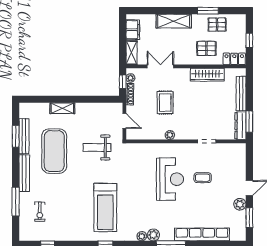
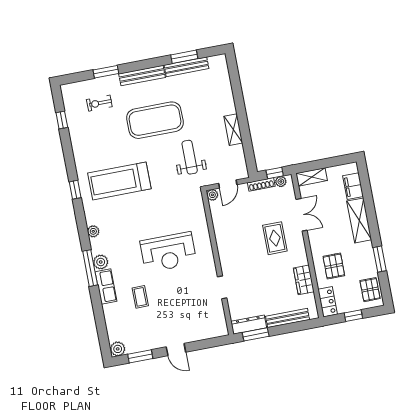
pallet: (217, 25) -> (370, 290), moved
filing cabinet: (133, 30) -> (353, 186), moved, turned 90
wardrobe: (207, 75) -> (304, 280), width x0.67
rug: (165, 103) -> (275, 238), moved, turned 90
shelving: (62, 108) -> (233, 130), moved
plant: (170, 135) -> (212, 195), moved
exercise mat: (54, 151) -> (155, 120), moved
coffee table: (203, 178) -> (140, 297), moved
window: (16, 202) -> (106, 72), width x0.69
plant: (240, 204) -> (118, 349), moved
row of seats: (202, 234) -> (106, 287), width x0.50
plant: (153, 235) -> (101, 262), moved

